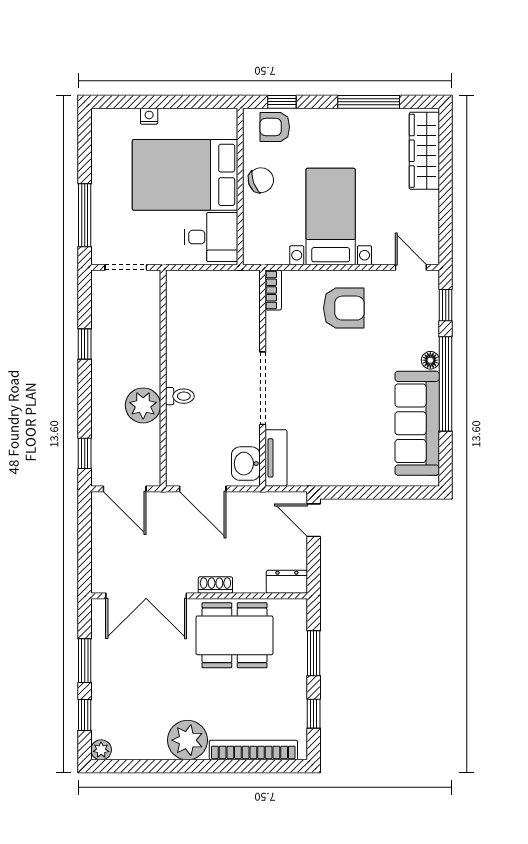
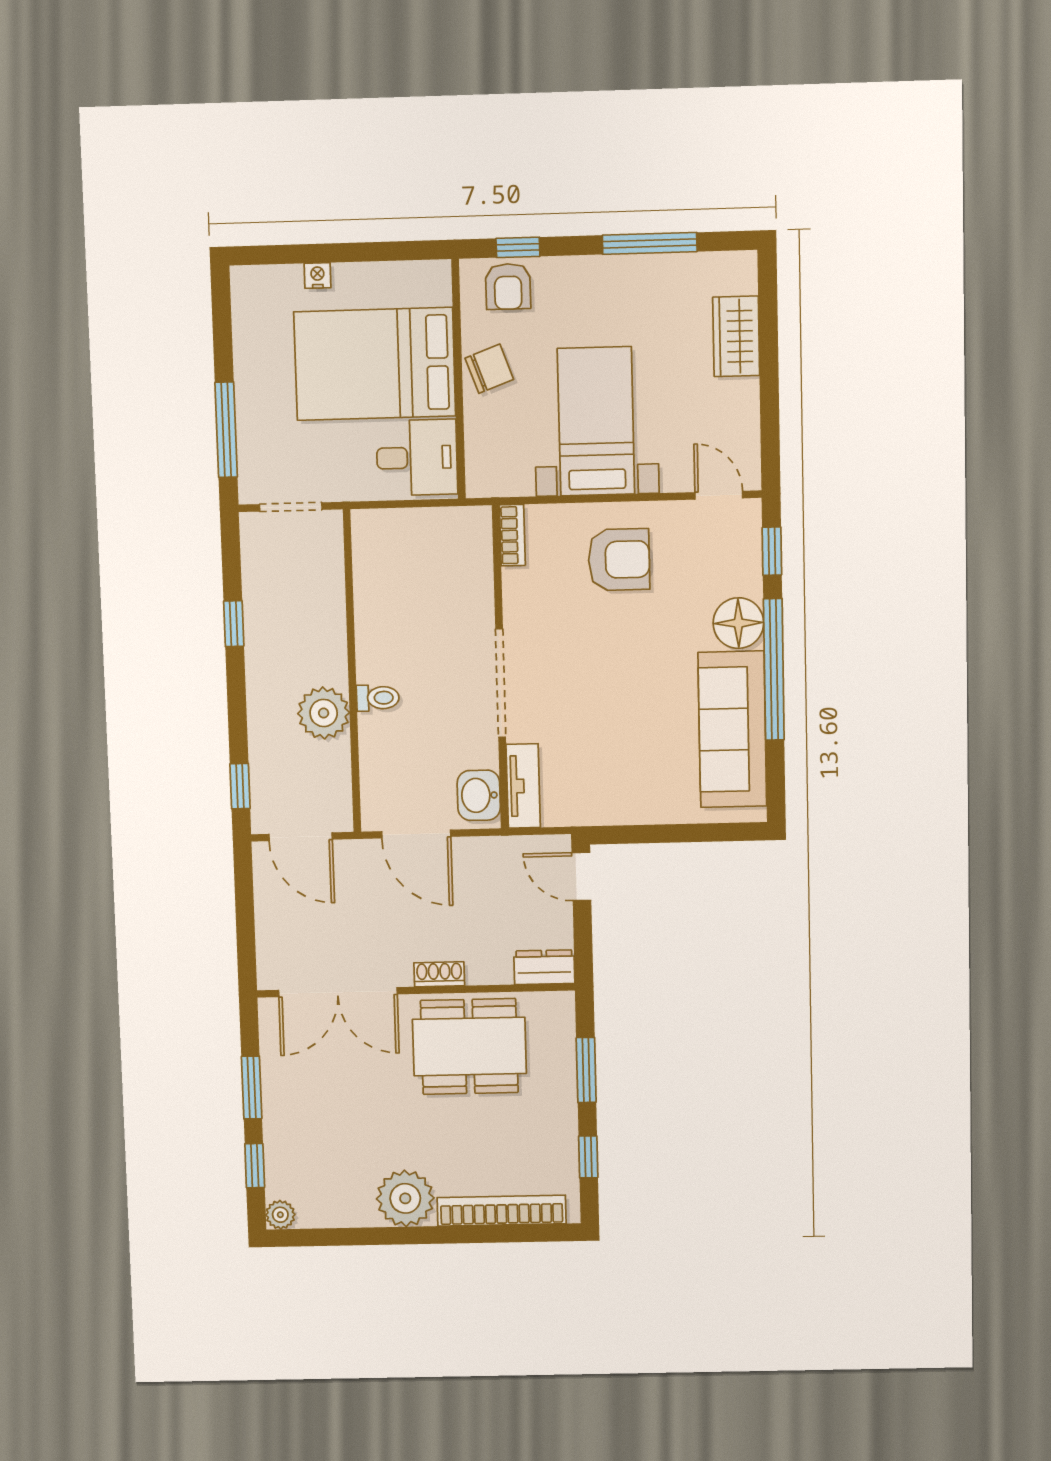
armchair: (275, 127) -> (508, 286), turned -90
wardrobe: (424, 151) -> (736, 336), width x0.67
floor lamp: (430, 360) -> (738, 623), width x1.89, depth x1.89

